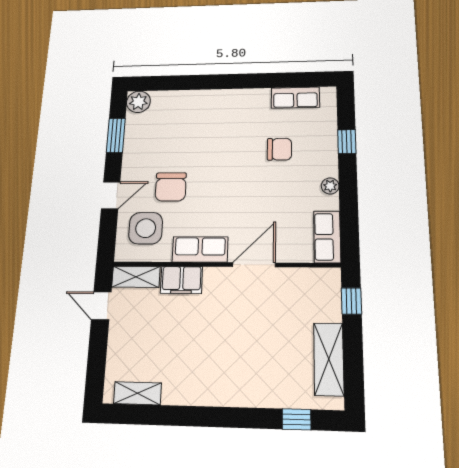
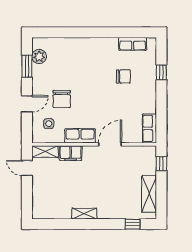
plant: (138, 102) -> (39, 57), moved
plant: (330, 186) -> (152, 99), removed
side table: (146, 228) -> (49, 124), width x0.54, depth x0.54
shelving: (137, 393) -> (84, 214), moved

